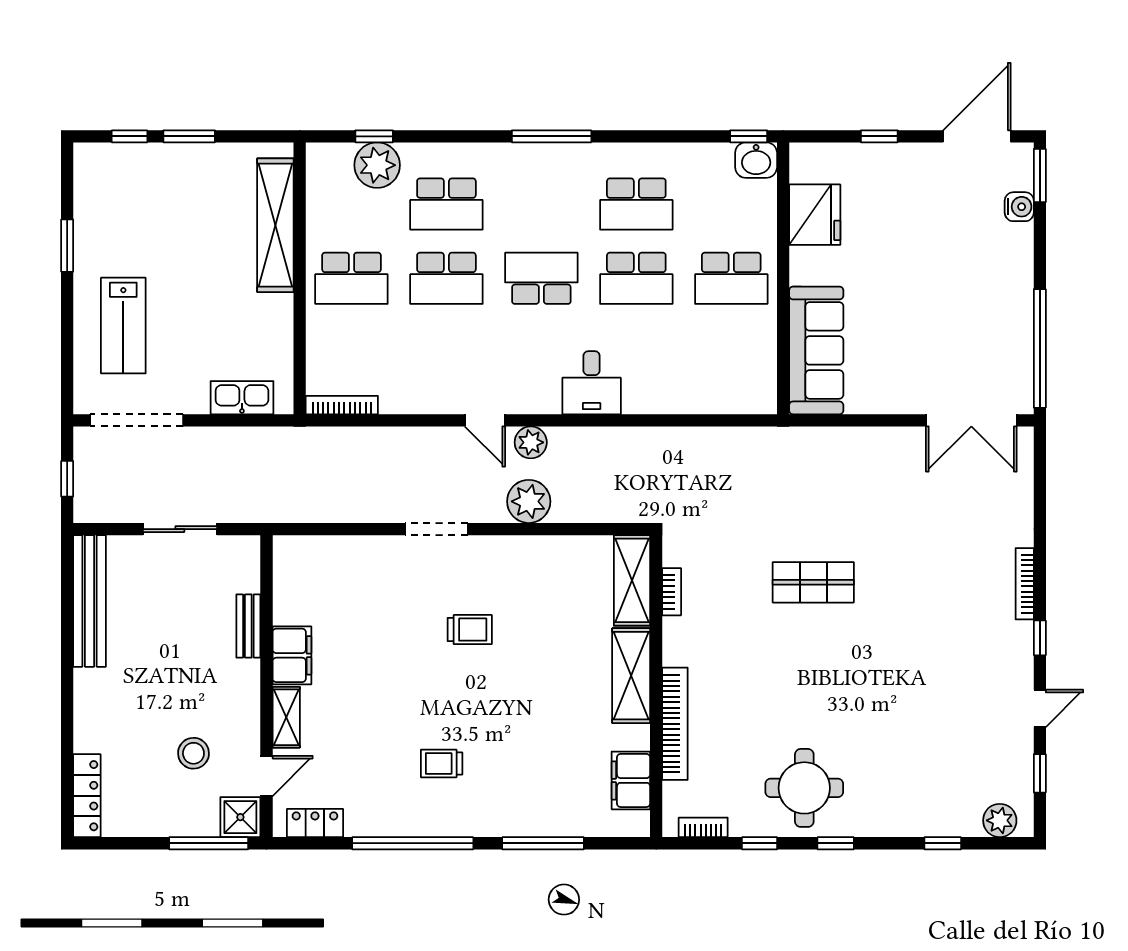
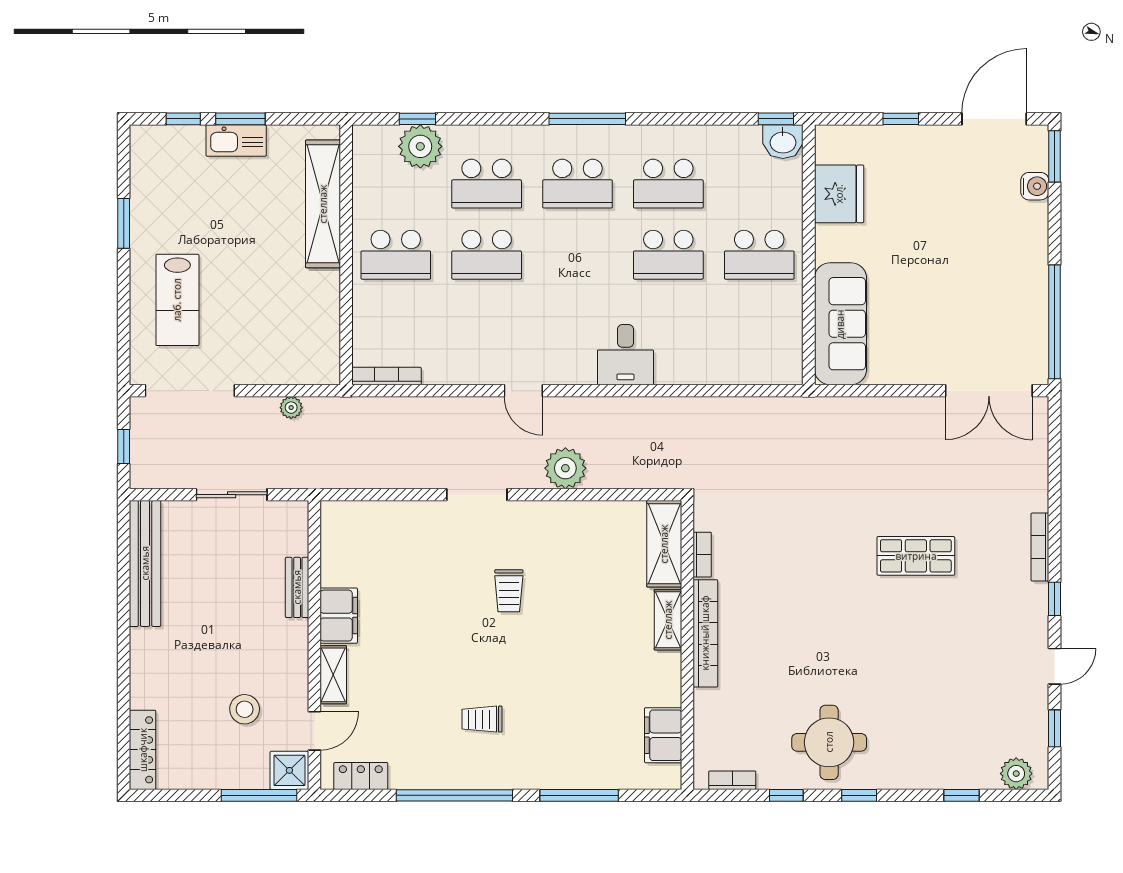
school desk: (541, 278) -> (577, 184), moved, turned 180
kitchen sink: (242, 398) -> (236, 140), moved, turned 180
plant: (531, 442) -> (291, 408), moved, width x0.73, depth x0.73
shop shelf: (813, 582) -> (916, 556), moved
trolley: (470, 630) -> (509, 591), turned 90
shelving: (631, 676) -> (668, 620), width x0.67, depth x0.75
bookcase: (675, 724) -> (705, 633), moved

